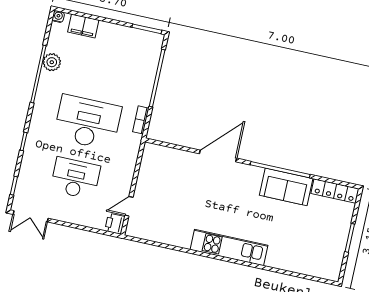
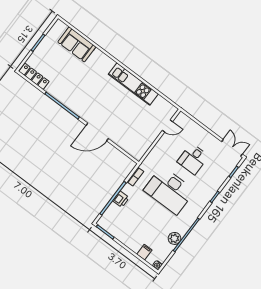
filing cabinet: (83, 26) -> (144, 252), width x0.50
desk: (75, 178) -> (193, 159), width x0.73
sofa: (286, 187) -> (77, 44), moved, turned 180
printer: (115, 224) -> (121, 199), moved
kitchen unit: (229, 247) -> (133, 84), moved

